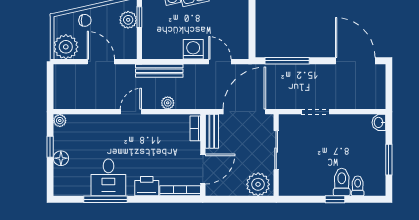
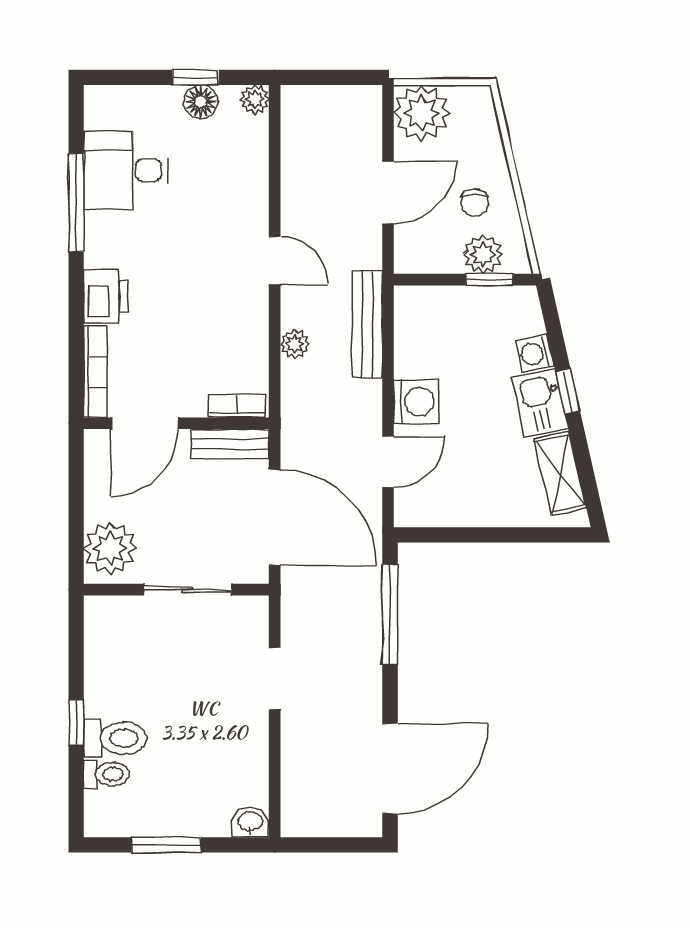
chair: (85, 20) -> (475, 203), moved
floor lamp: (61, 158) -> (201, 102), moved
door: (203, 169) -> (145, 423), hinge flipped
desk: (108, 177) -> (126, 170), moved

